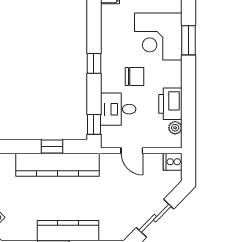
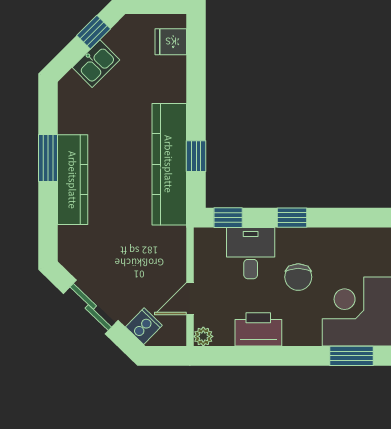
window: (94, 63) -> (292, 218), moved
plant: (175, 128) -> (203, 336), moved
door: (132, 151) -> (190, 299), moved
cooker: (173, 162) -> (144, 326), moved, turned 44

